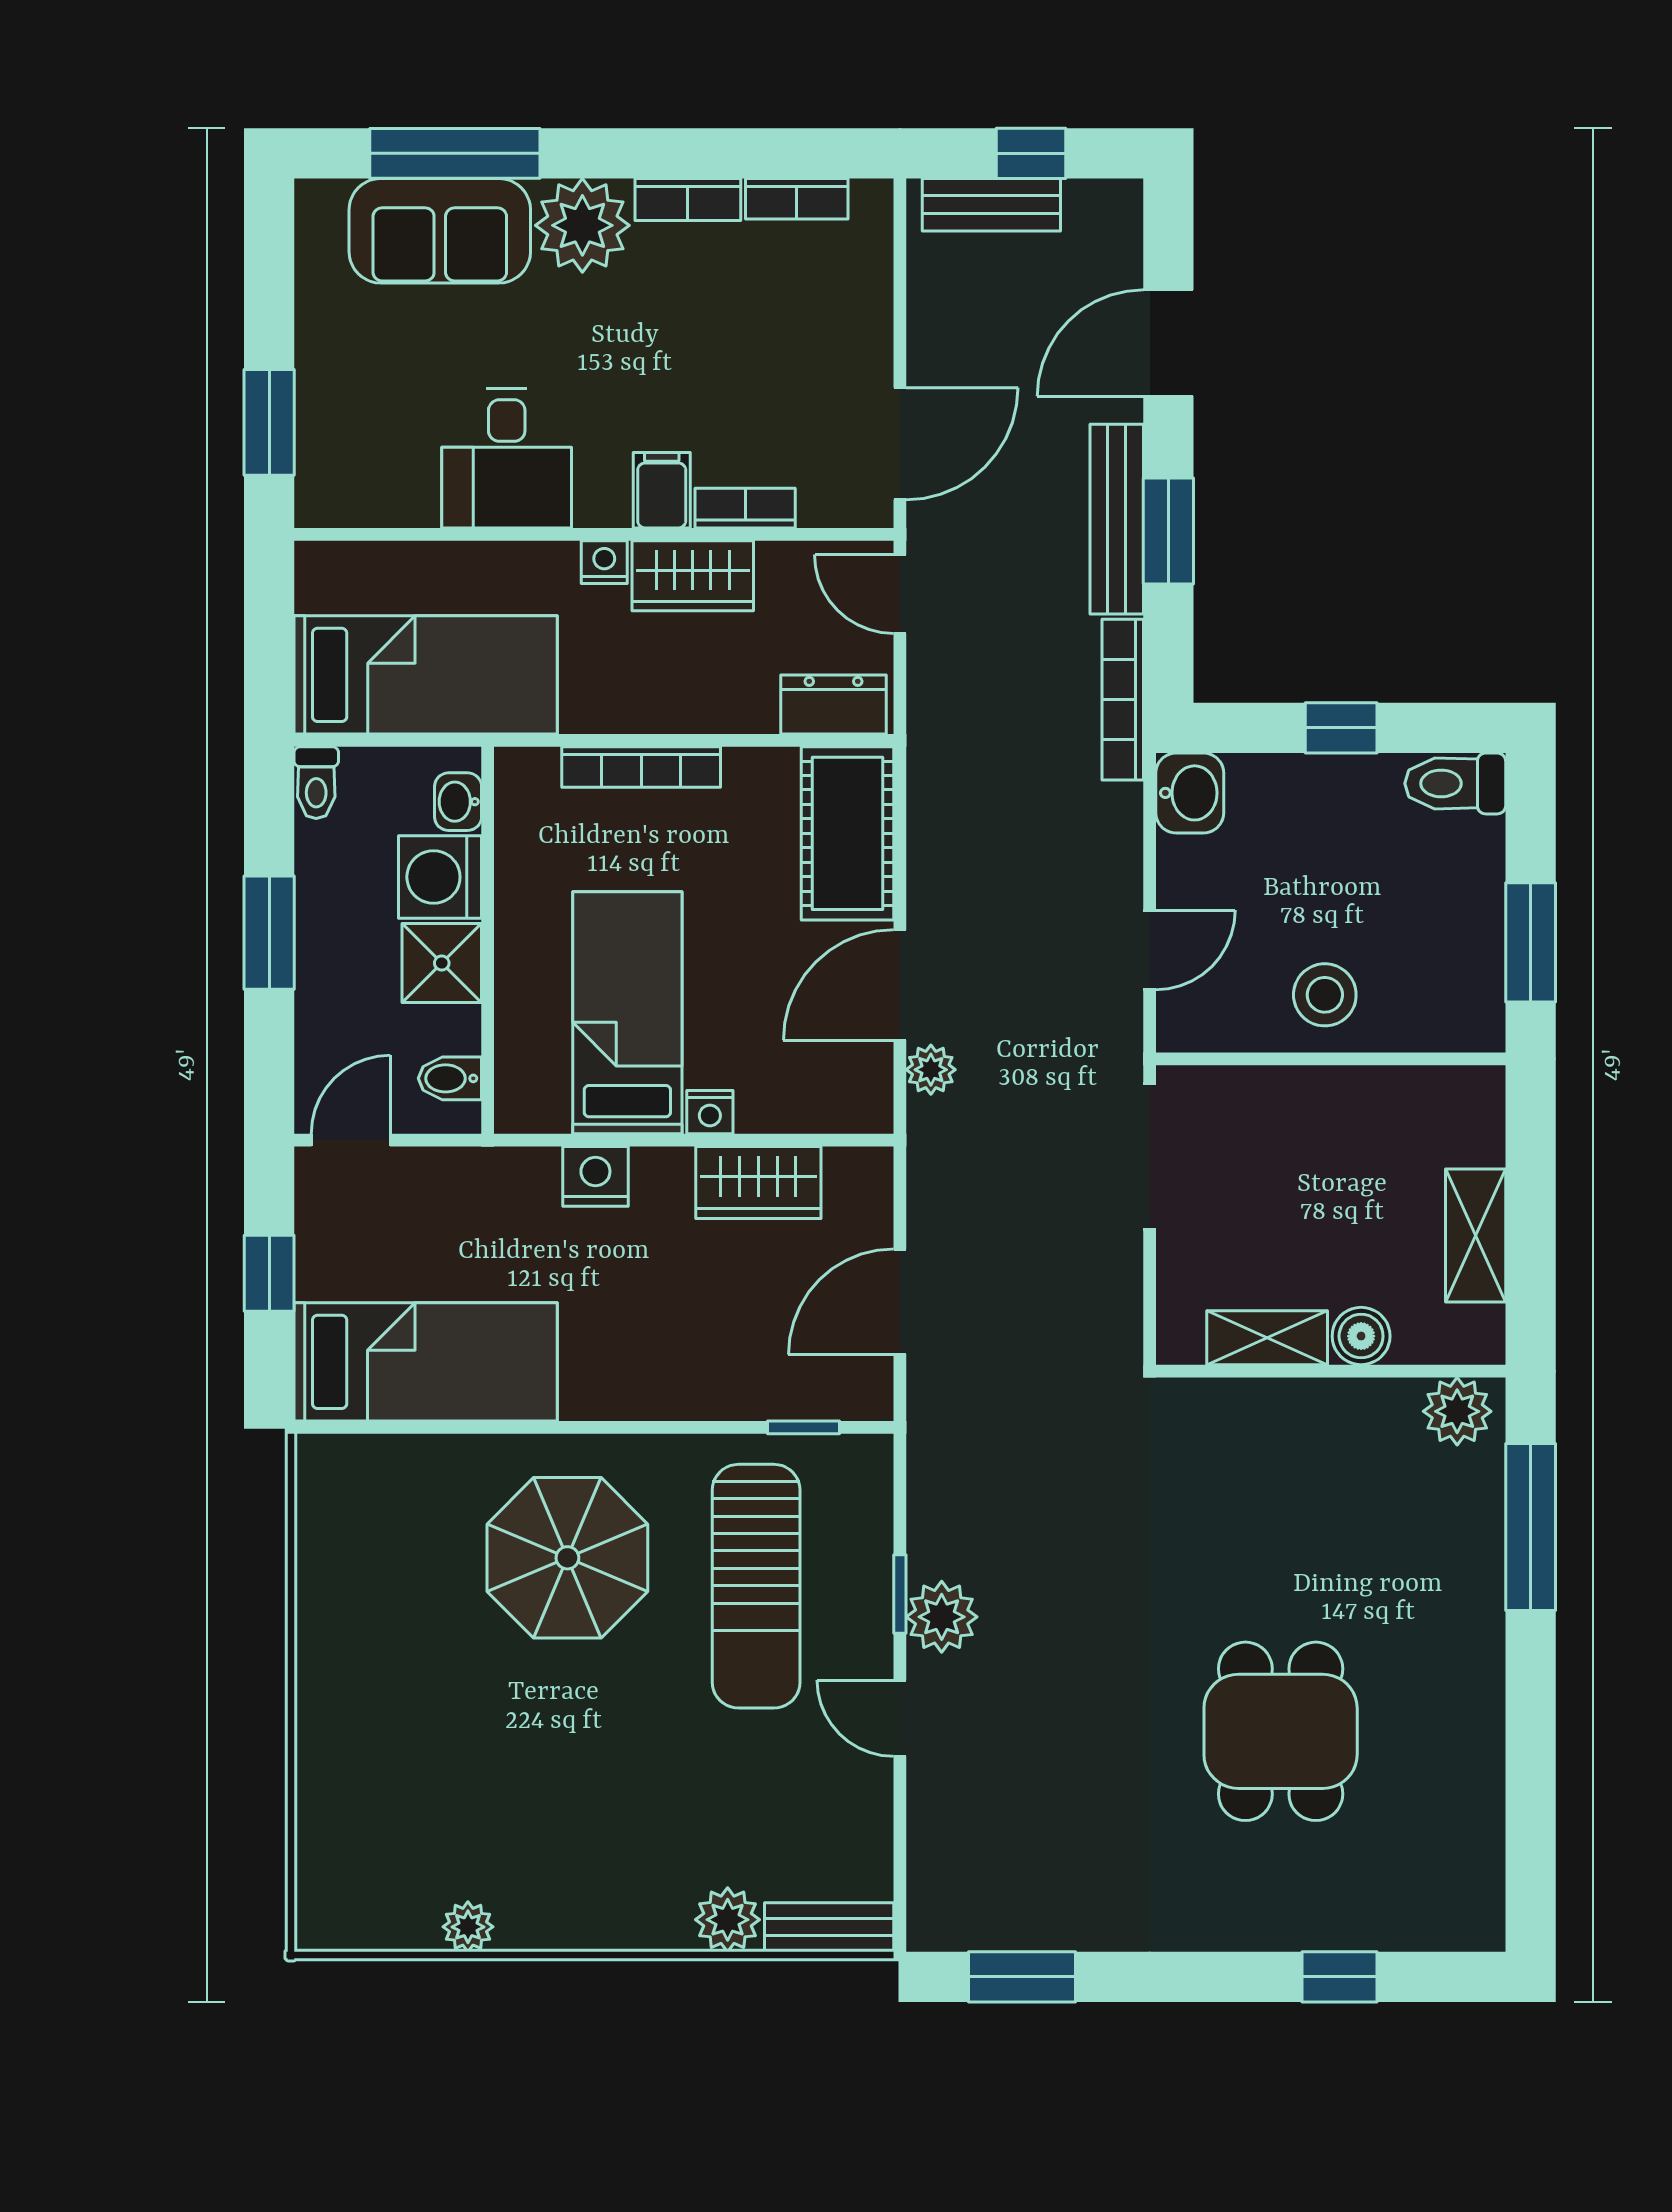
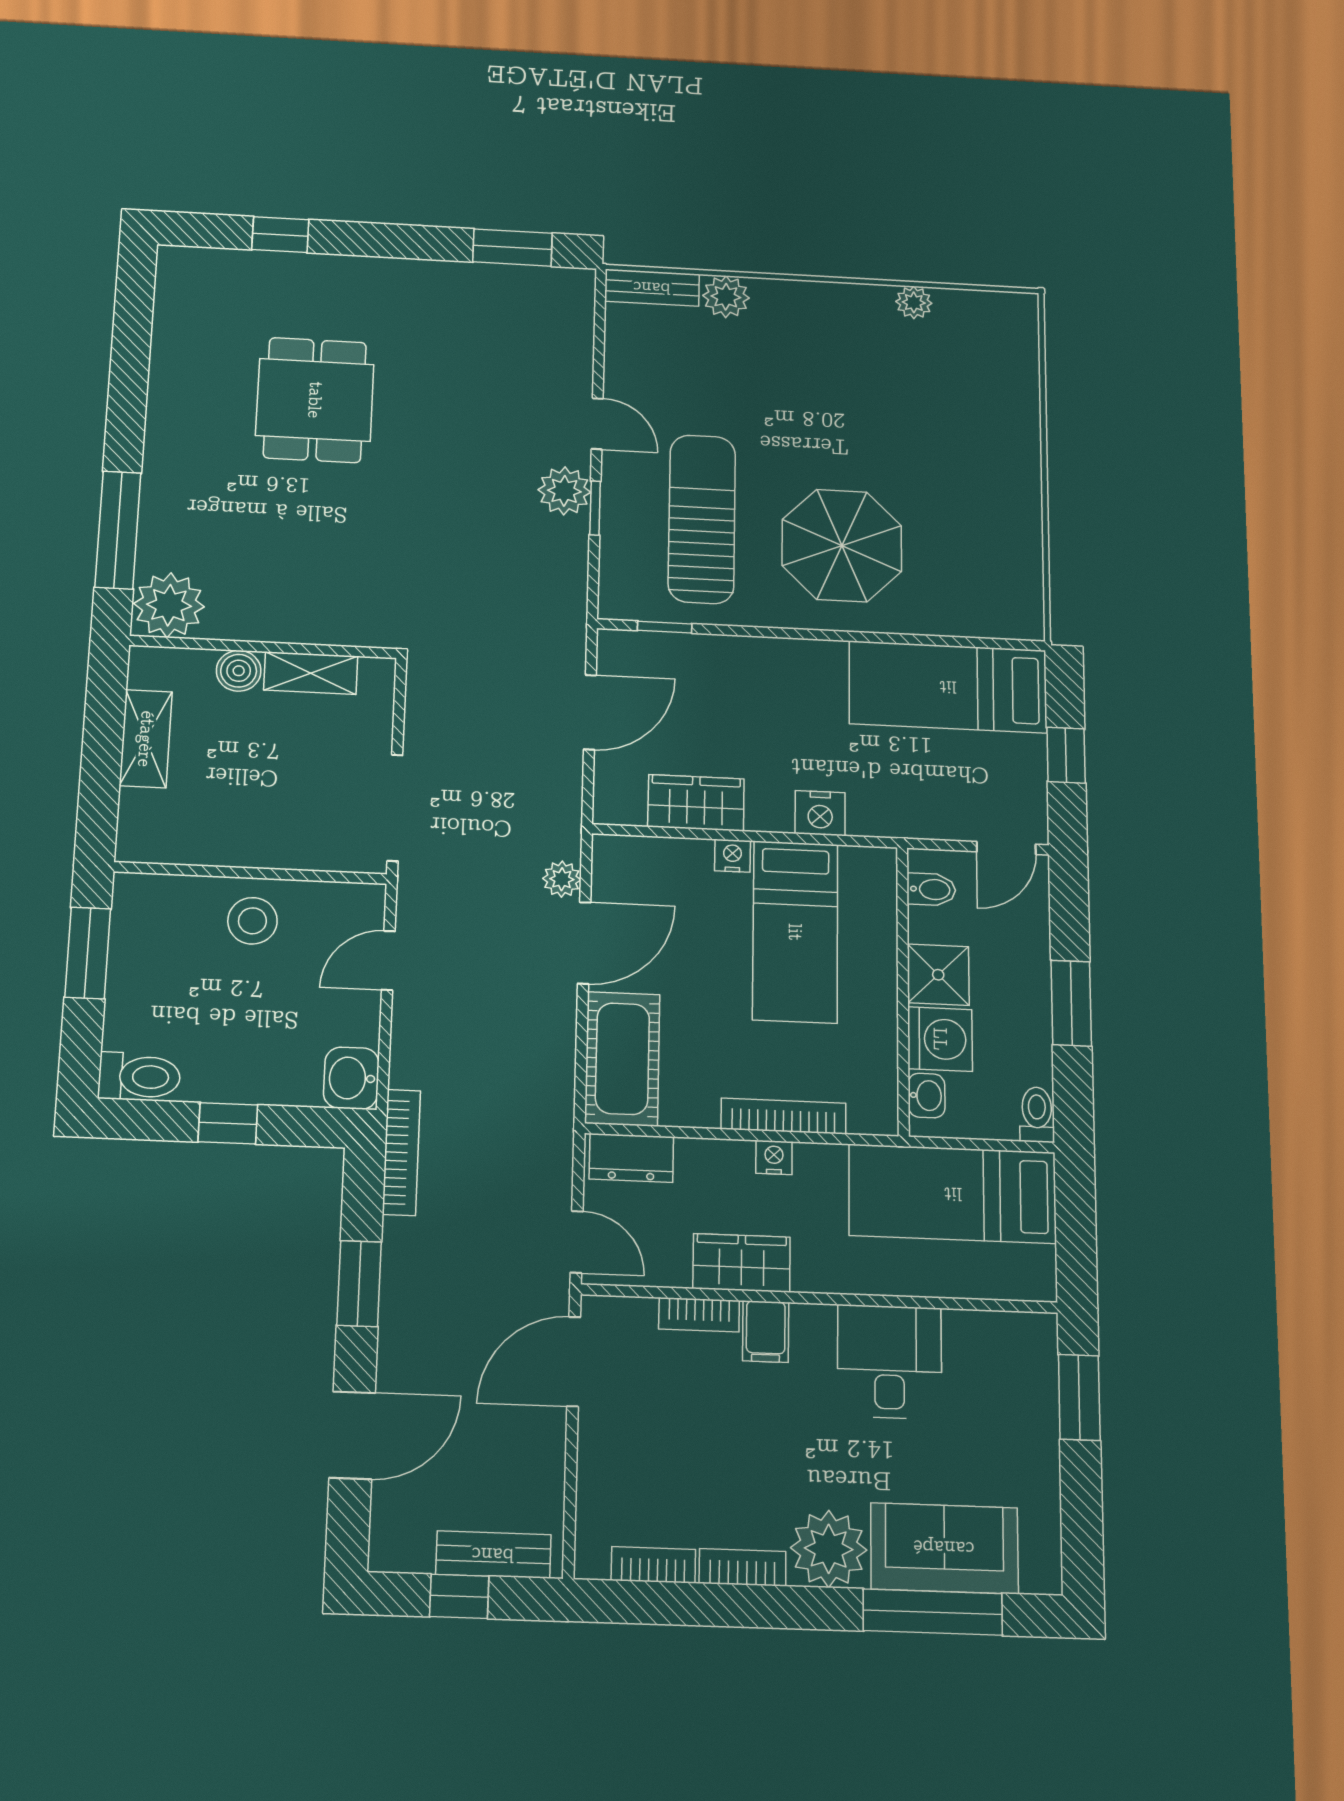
bench: (1117, 519) -> (400, 1295), removed
nightstand: (604, 562) -> (774, 1157), moved, turned 180
plant: (1457, 1411) -> (169, 605), width x1.36, depth x1.36

